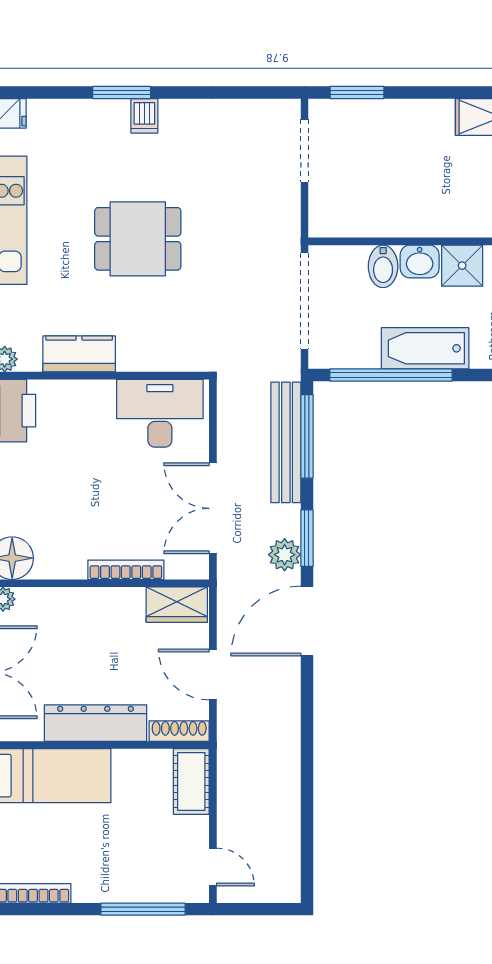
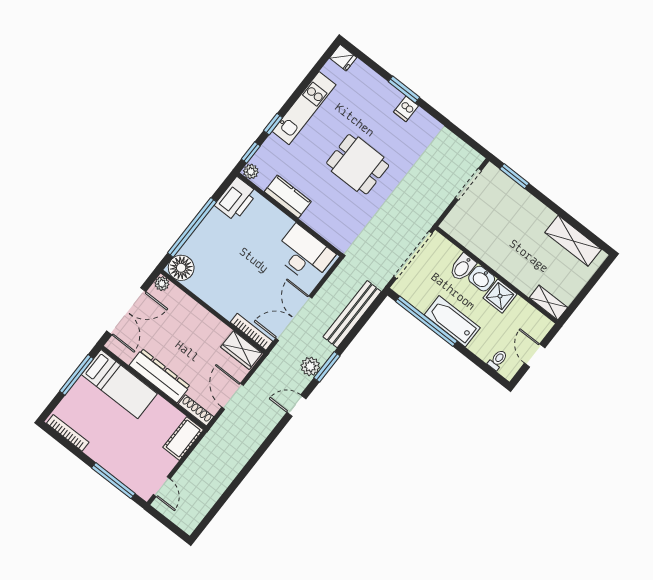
window: (307, 436) -> (364, 319), removed
bookcase: (126, 570) -> (252, 332), moved
door: (307, 621) -> (296, 406), width x0.53

